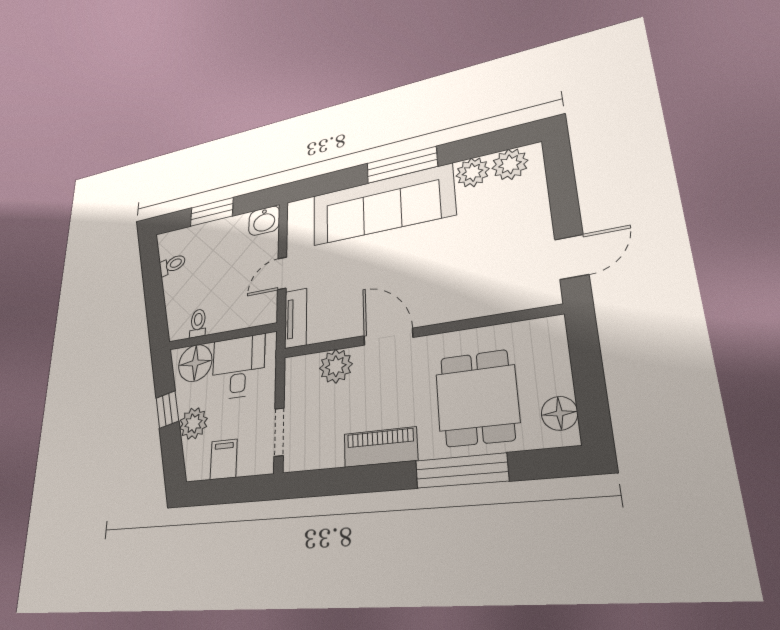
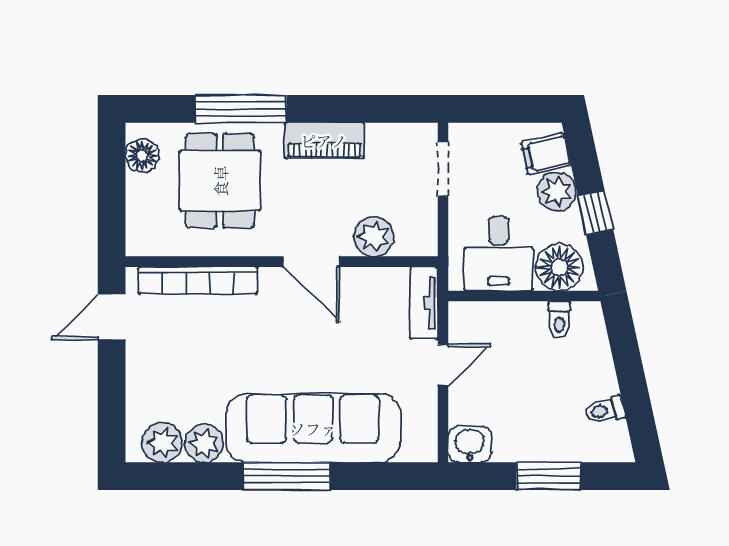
bookcase: (490, 304) -> (198, 280), added
filing cabinet: (224, 459) -> (546, 154), moved, turned 78

